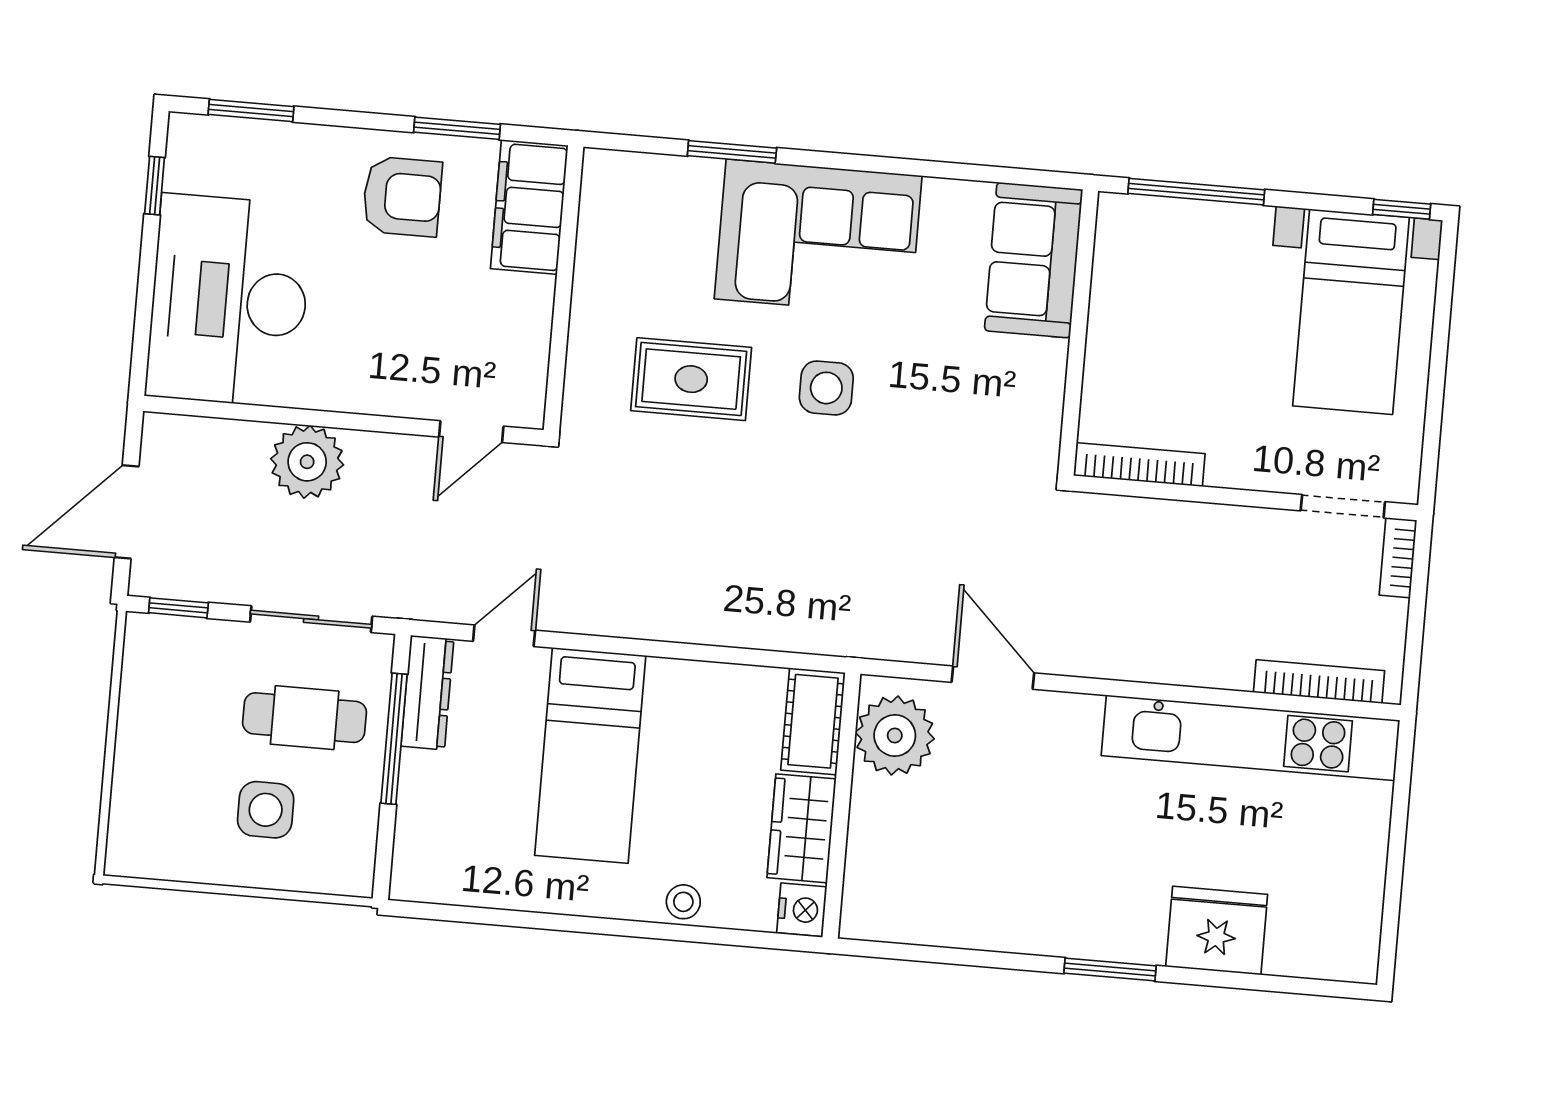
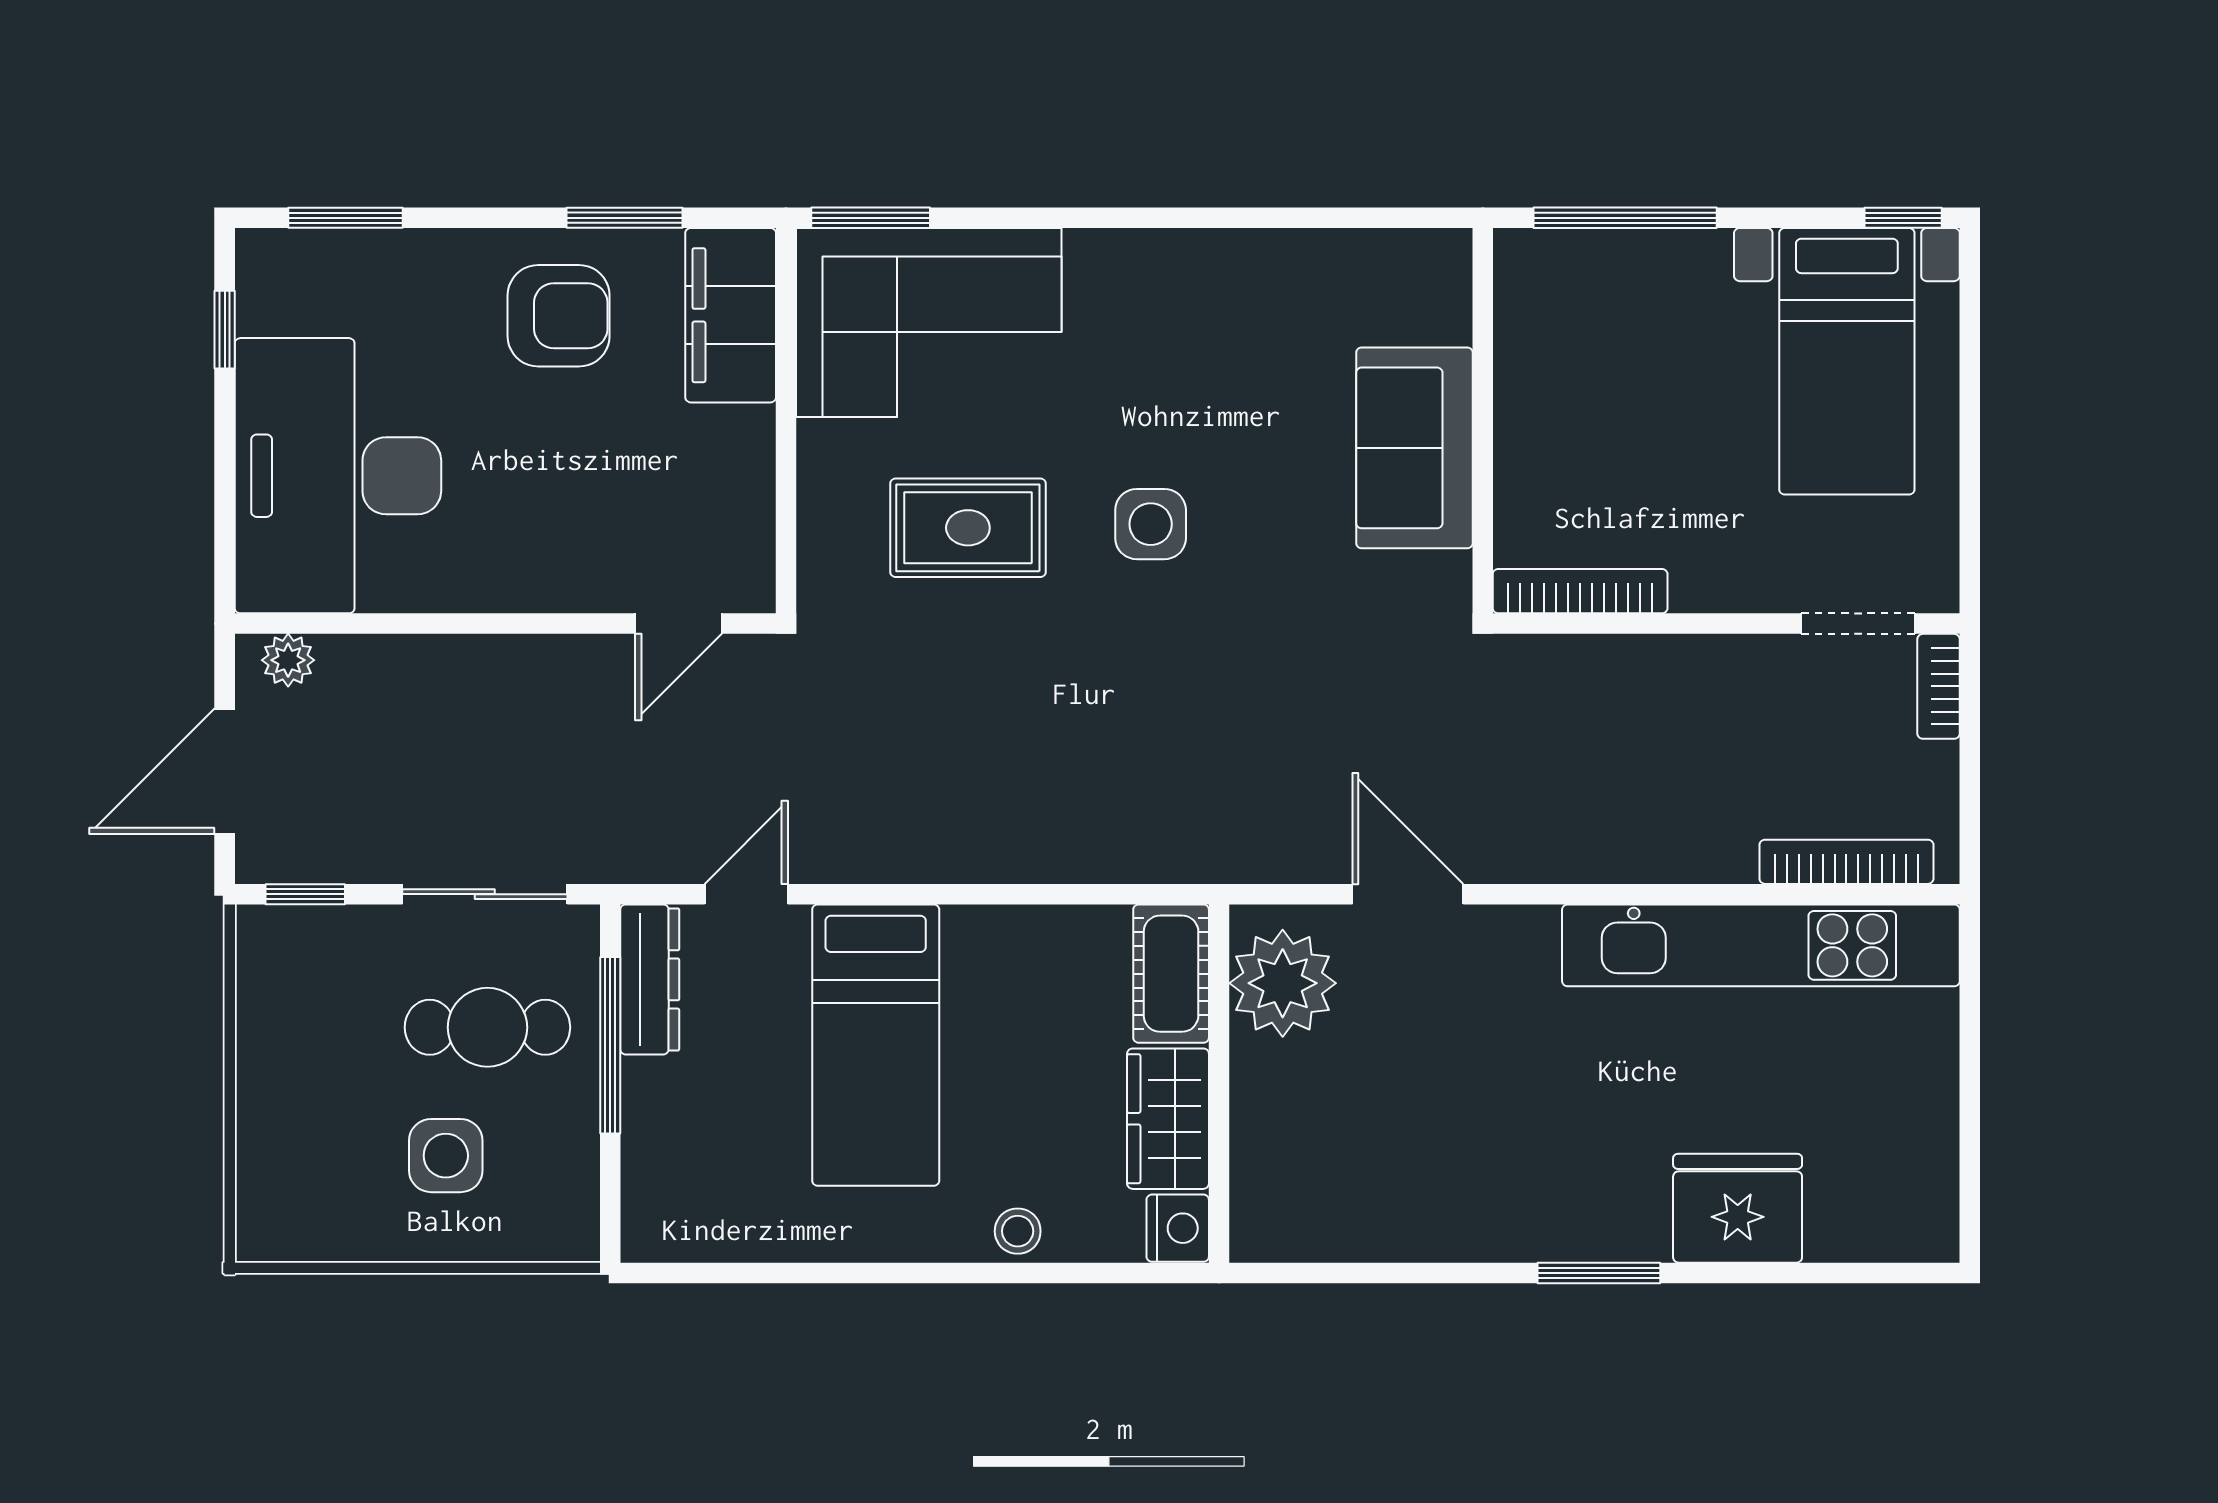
window: (732, 152) -> (871, 218), moved
corner sofa: (818, 237) -> (929, 323), moved
sofa: (1034, 260) -> (1414, 448), moved
plant: (307, 462) -> (288, 660), moved, width x0.53, depth x0.53

